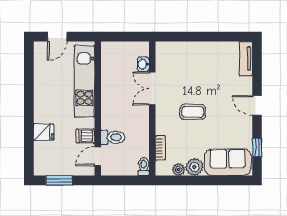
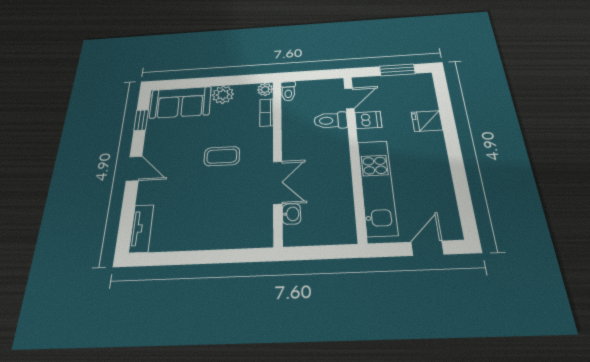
plant: (178, 170) -> (265, 89), moved

